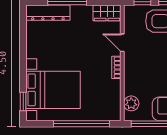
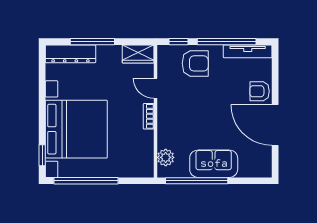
bed with nightstands: (53, 90) -> (76, 129), width x1.36
window: (82, 124) -> (86, 181), moved

